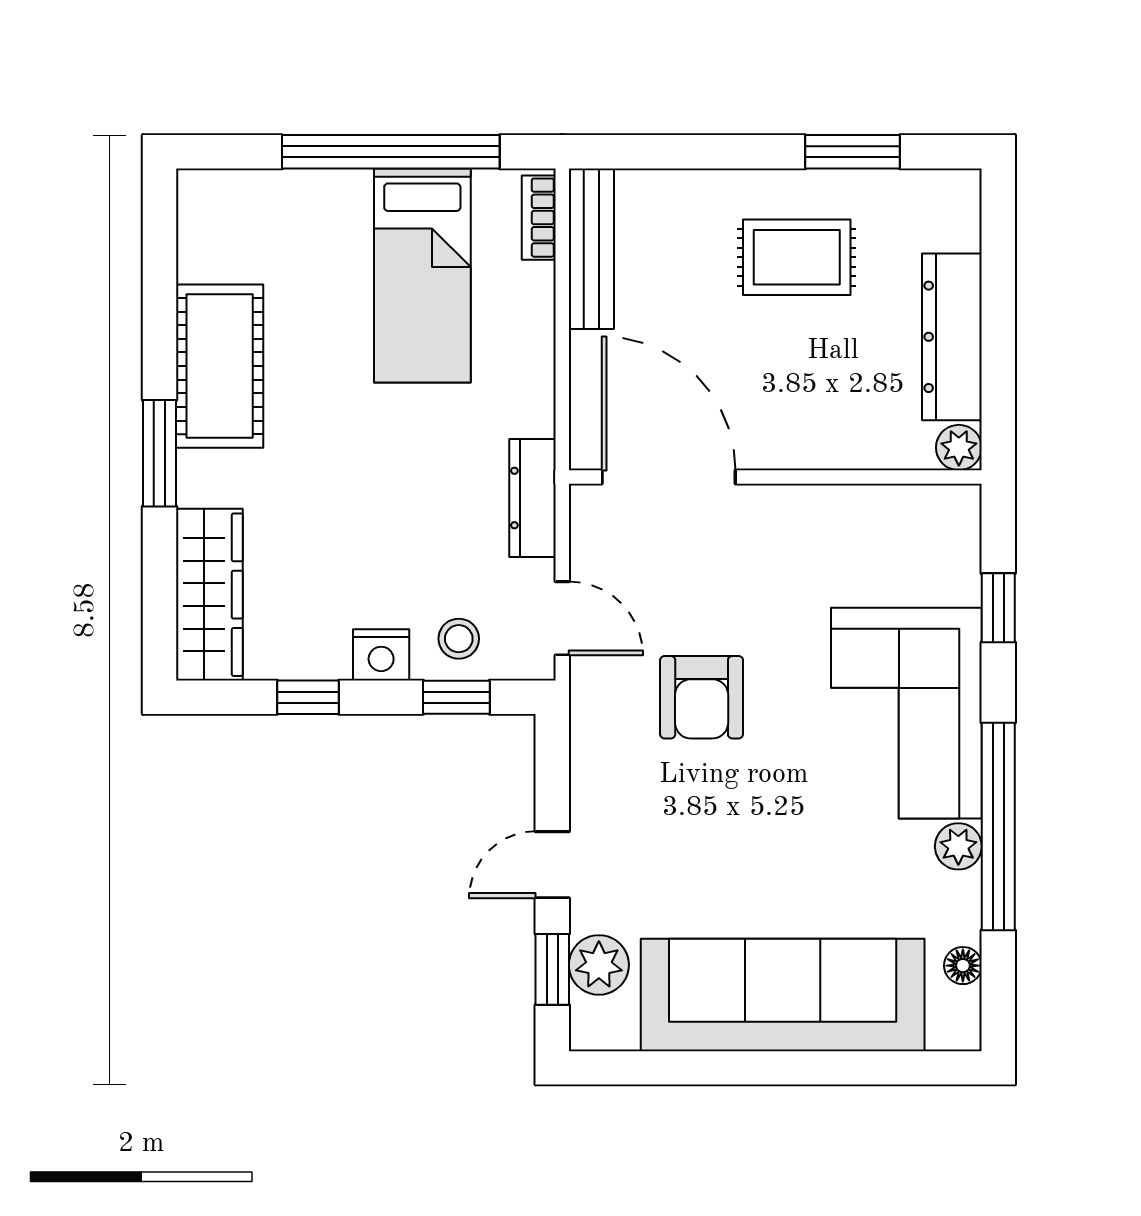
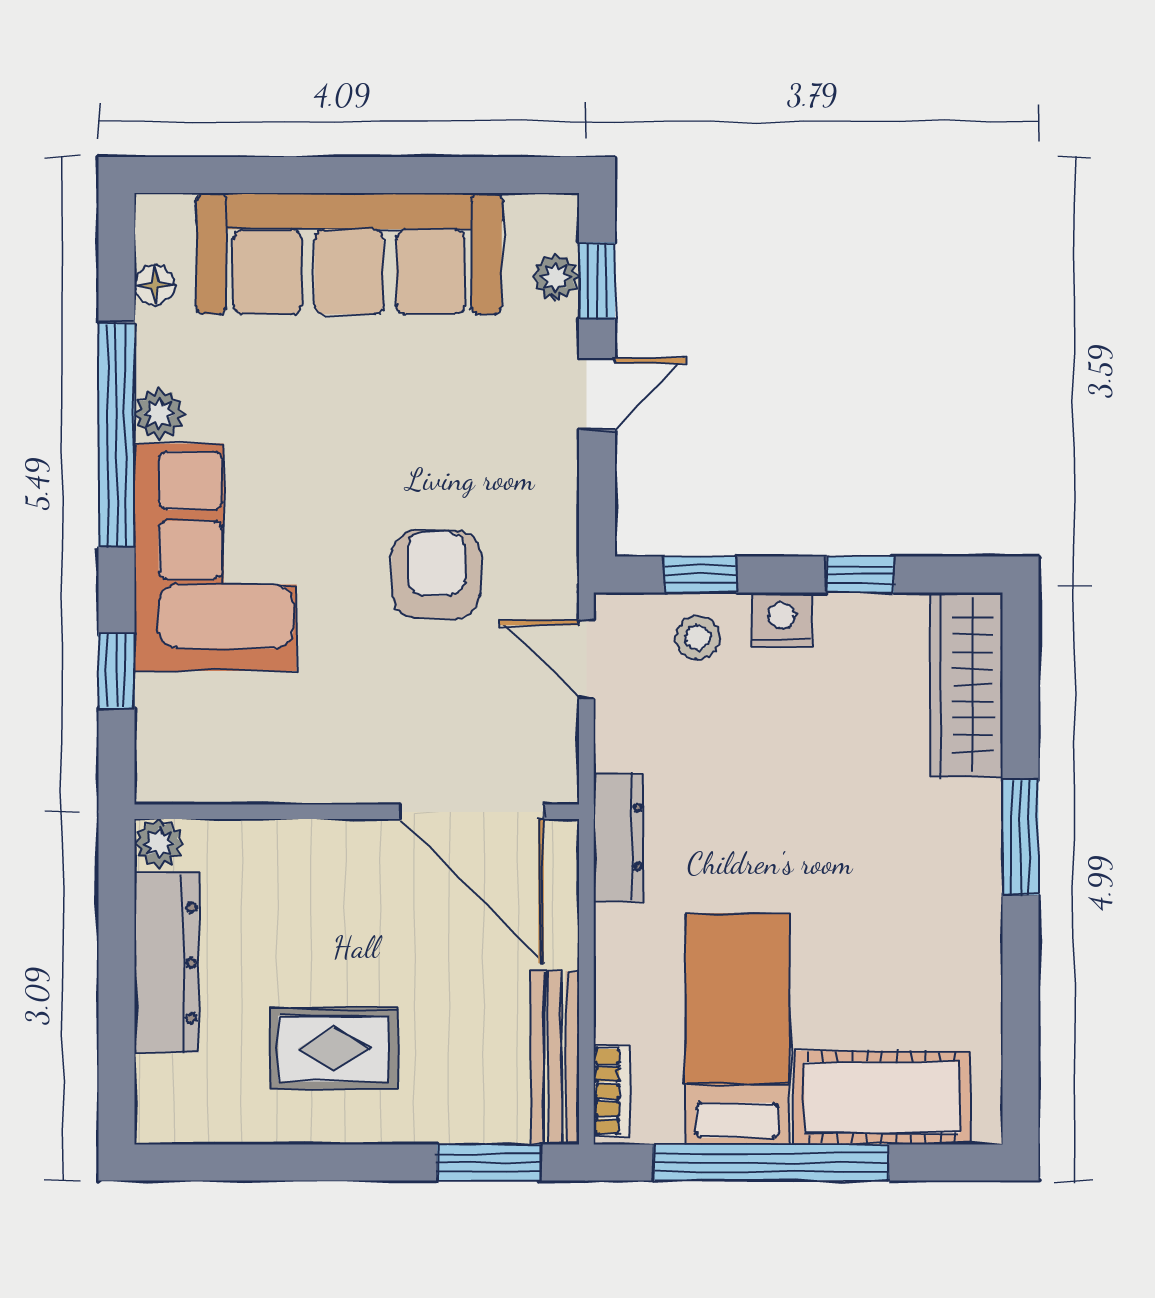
window: (853, 152) -> (489, 1162), moved
cot: (220, 366) -> (882, 1098), moved, turned 90
dresser: (532, 498) -> (618, 837), moved
plant: (599, 965) -> (556, 277), width x0.73, depth x0.73

